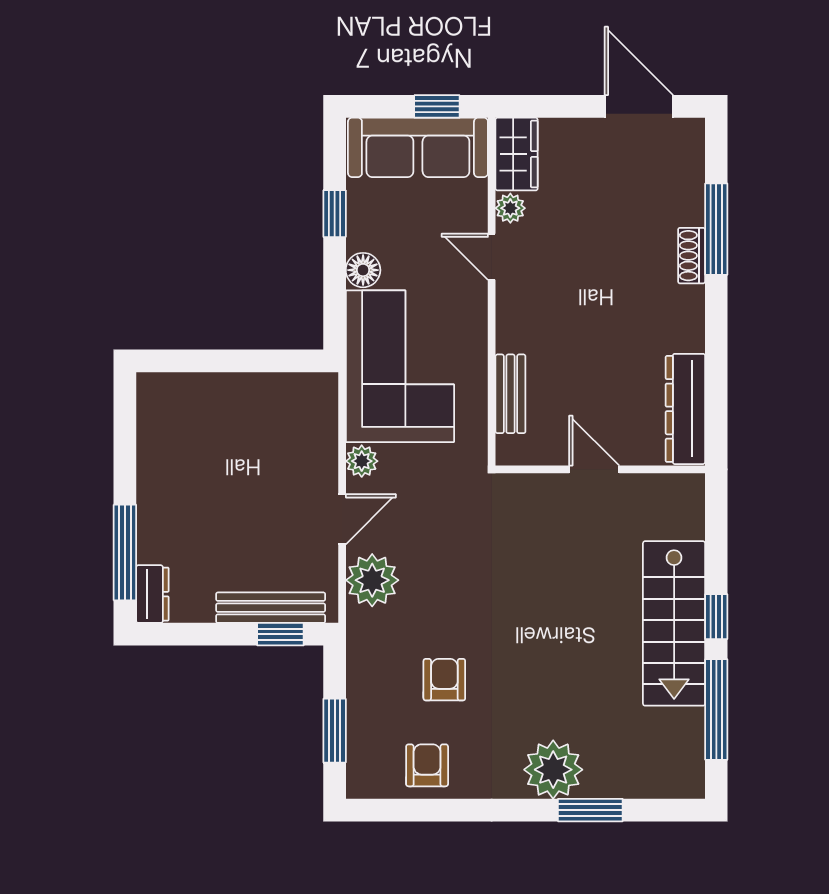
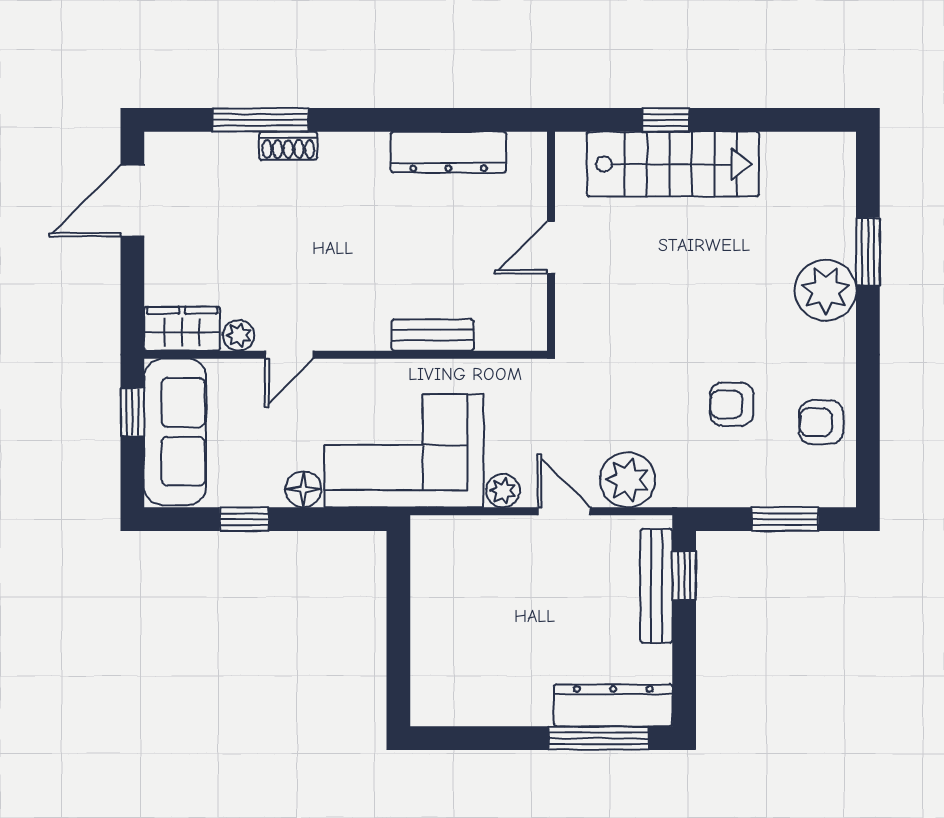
door: (594, 469) -> (551, 247), moved
wall: (600, 469) -> (551, 241), moved
dresser: (152, 594) -> (613, 705), width x1.96, depth x1.24
window: (716, 709) -> (763, 120), removed

